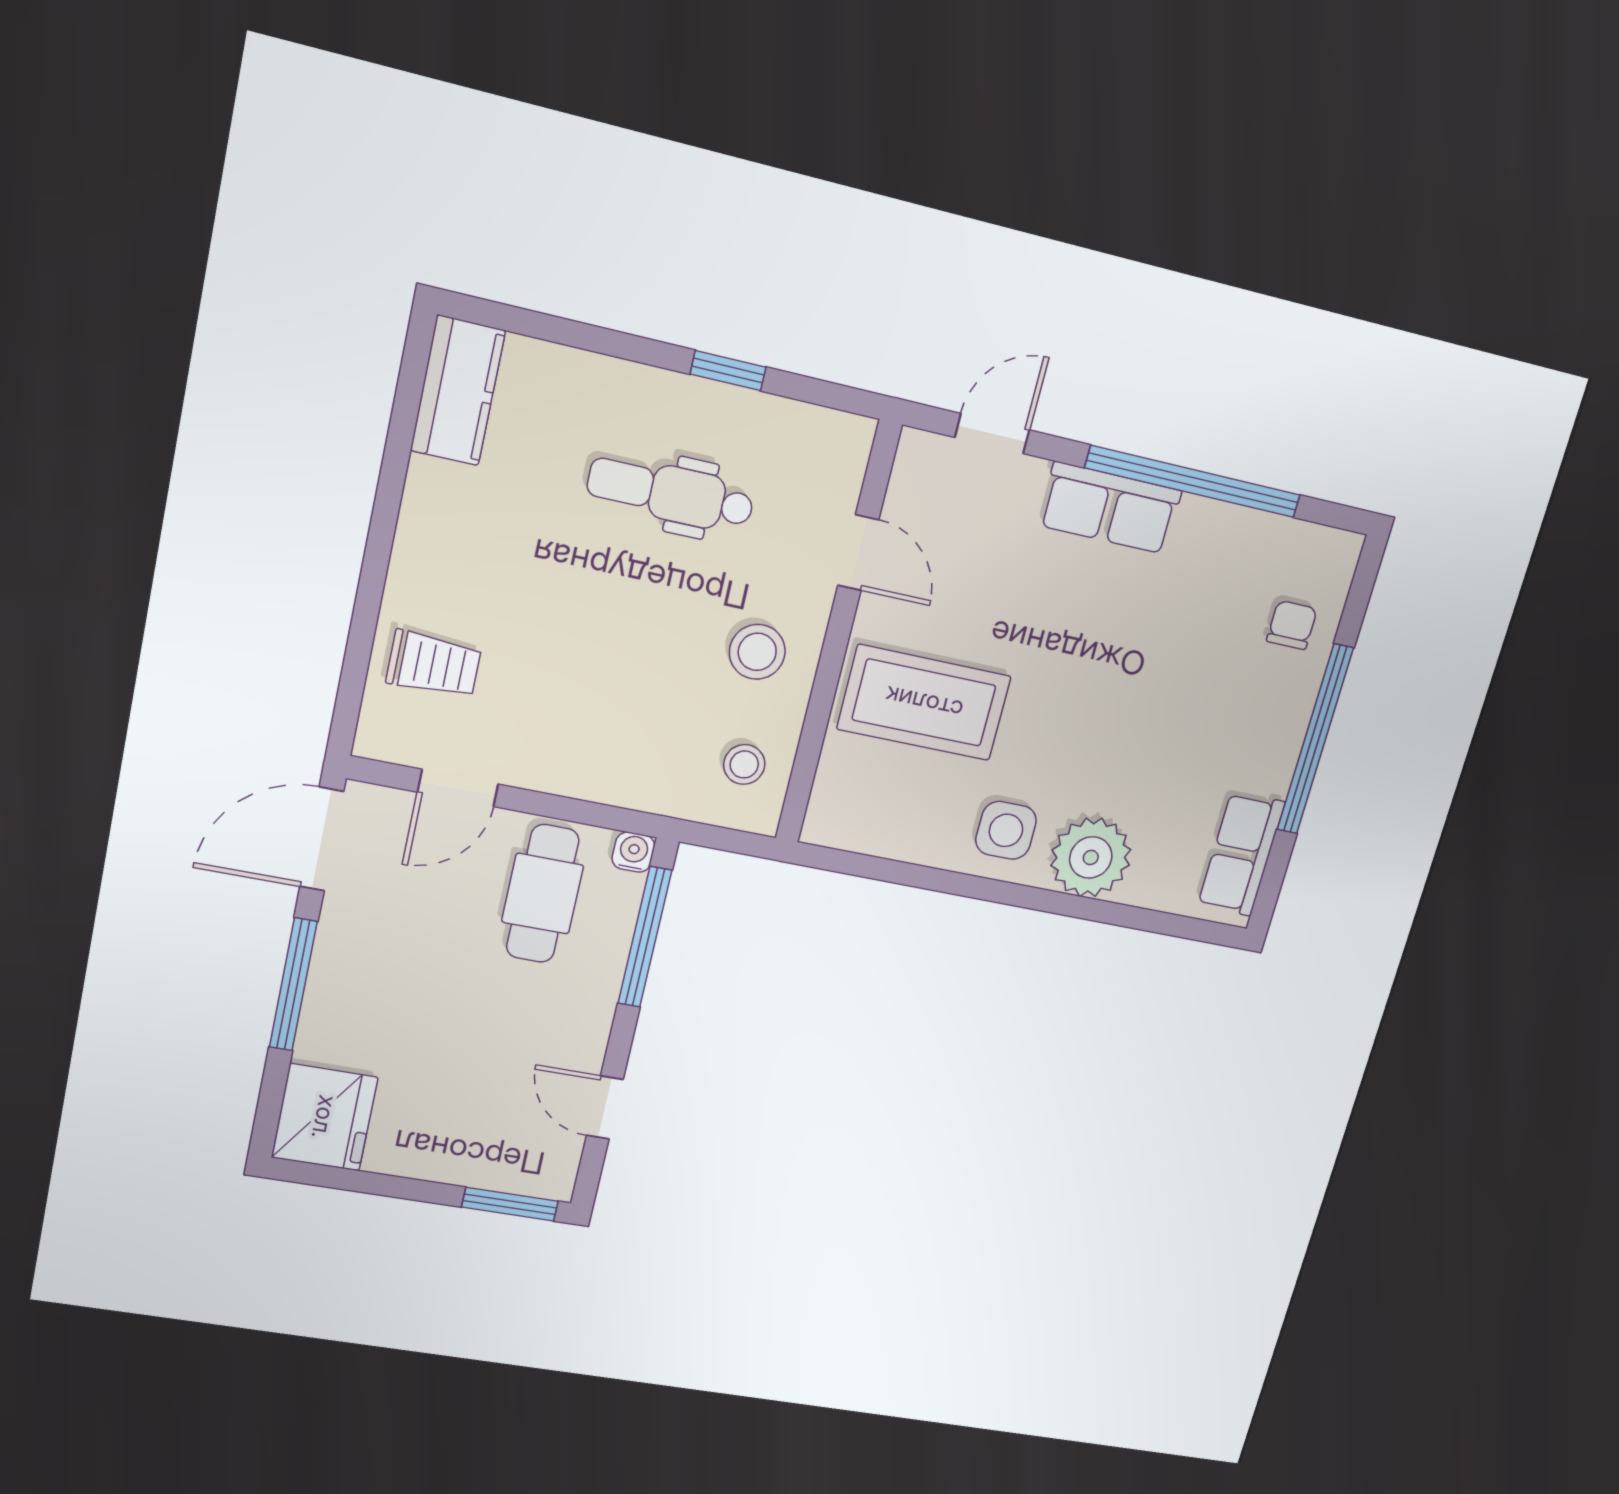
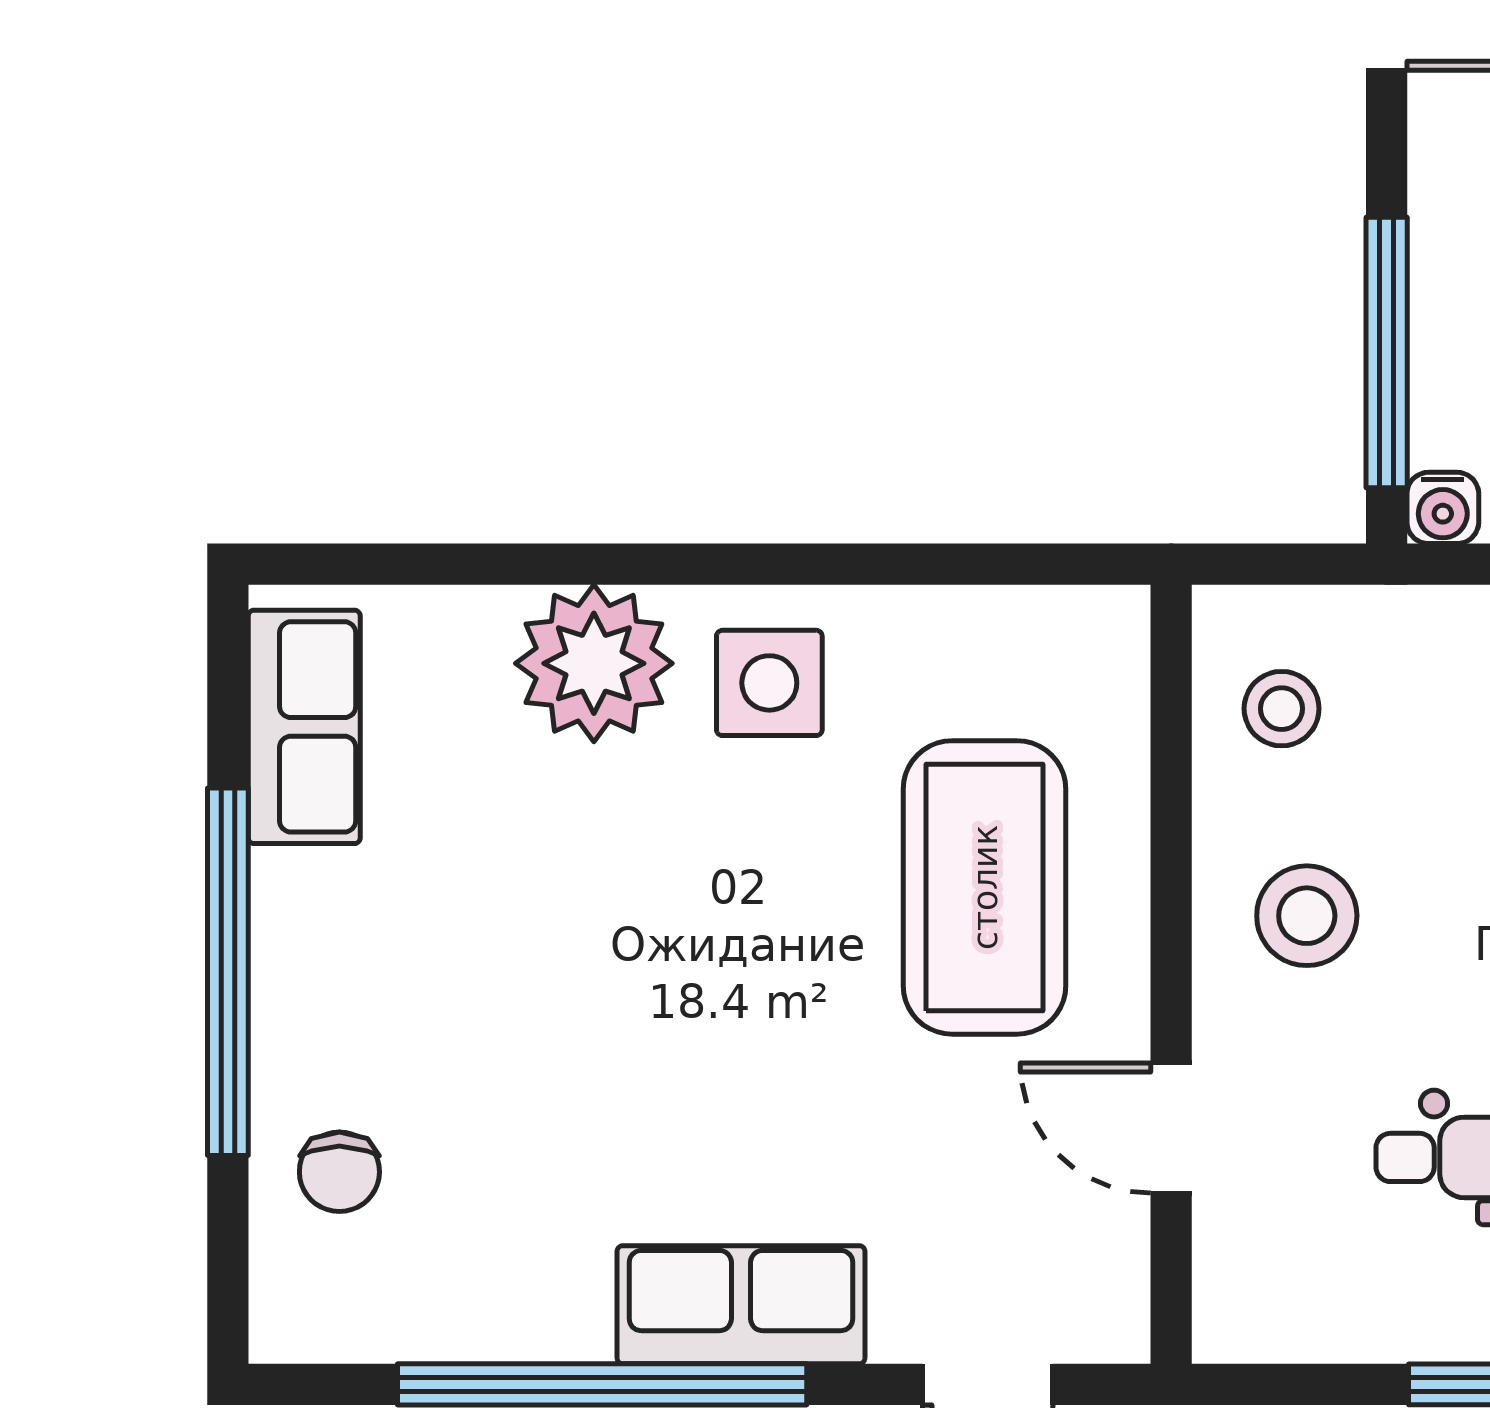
coffee table: (924, 703) -> (985, 887), turned 90

